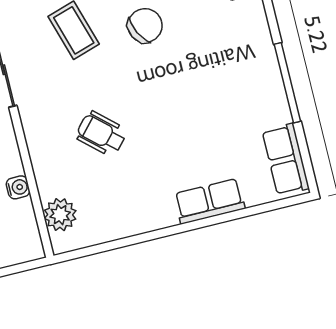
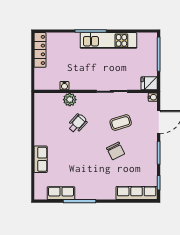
row of seats: (286, 159) -> (61, 193), moved
plant: (60, 215) -> (70, 100), moved

